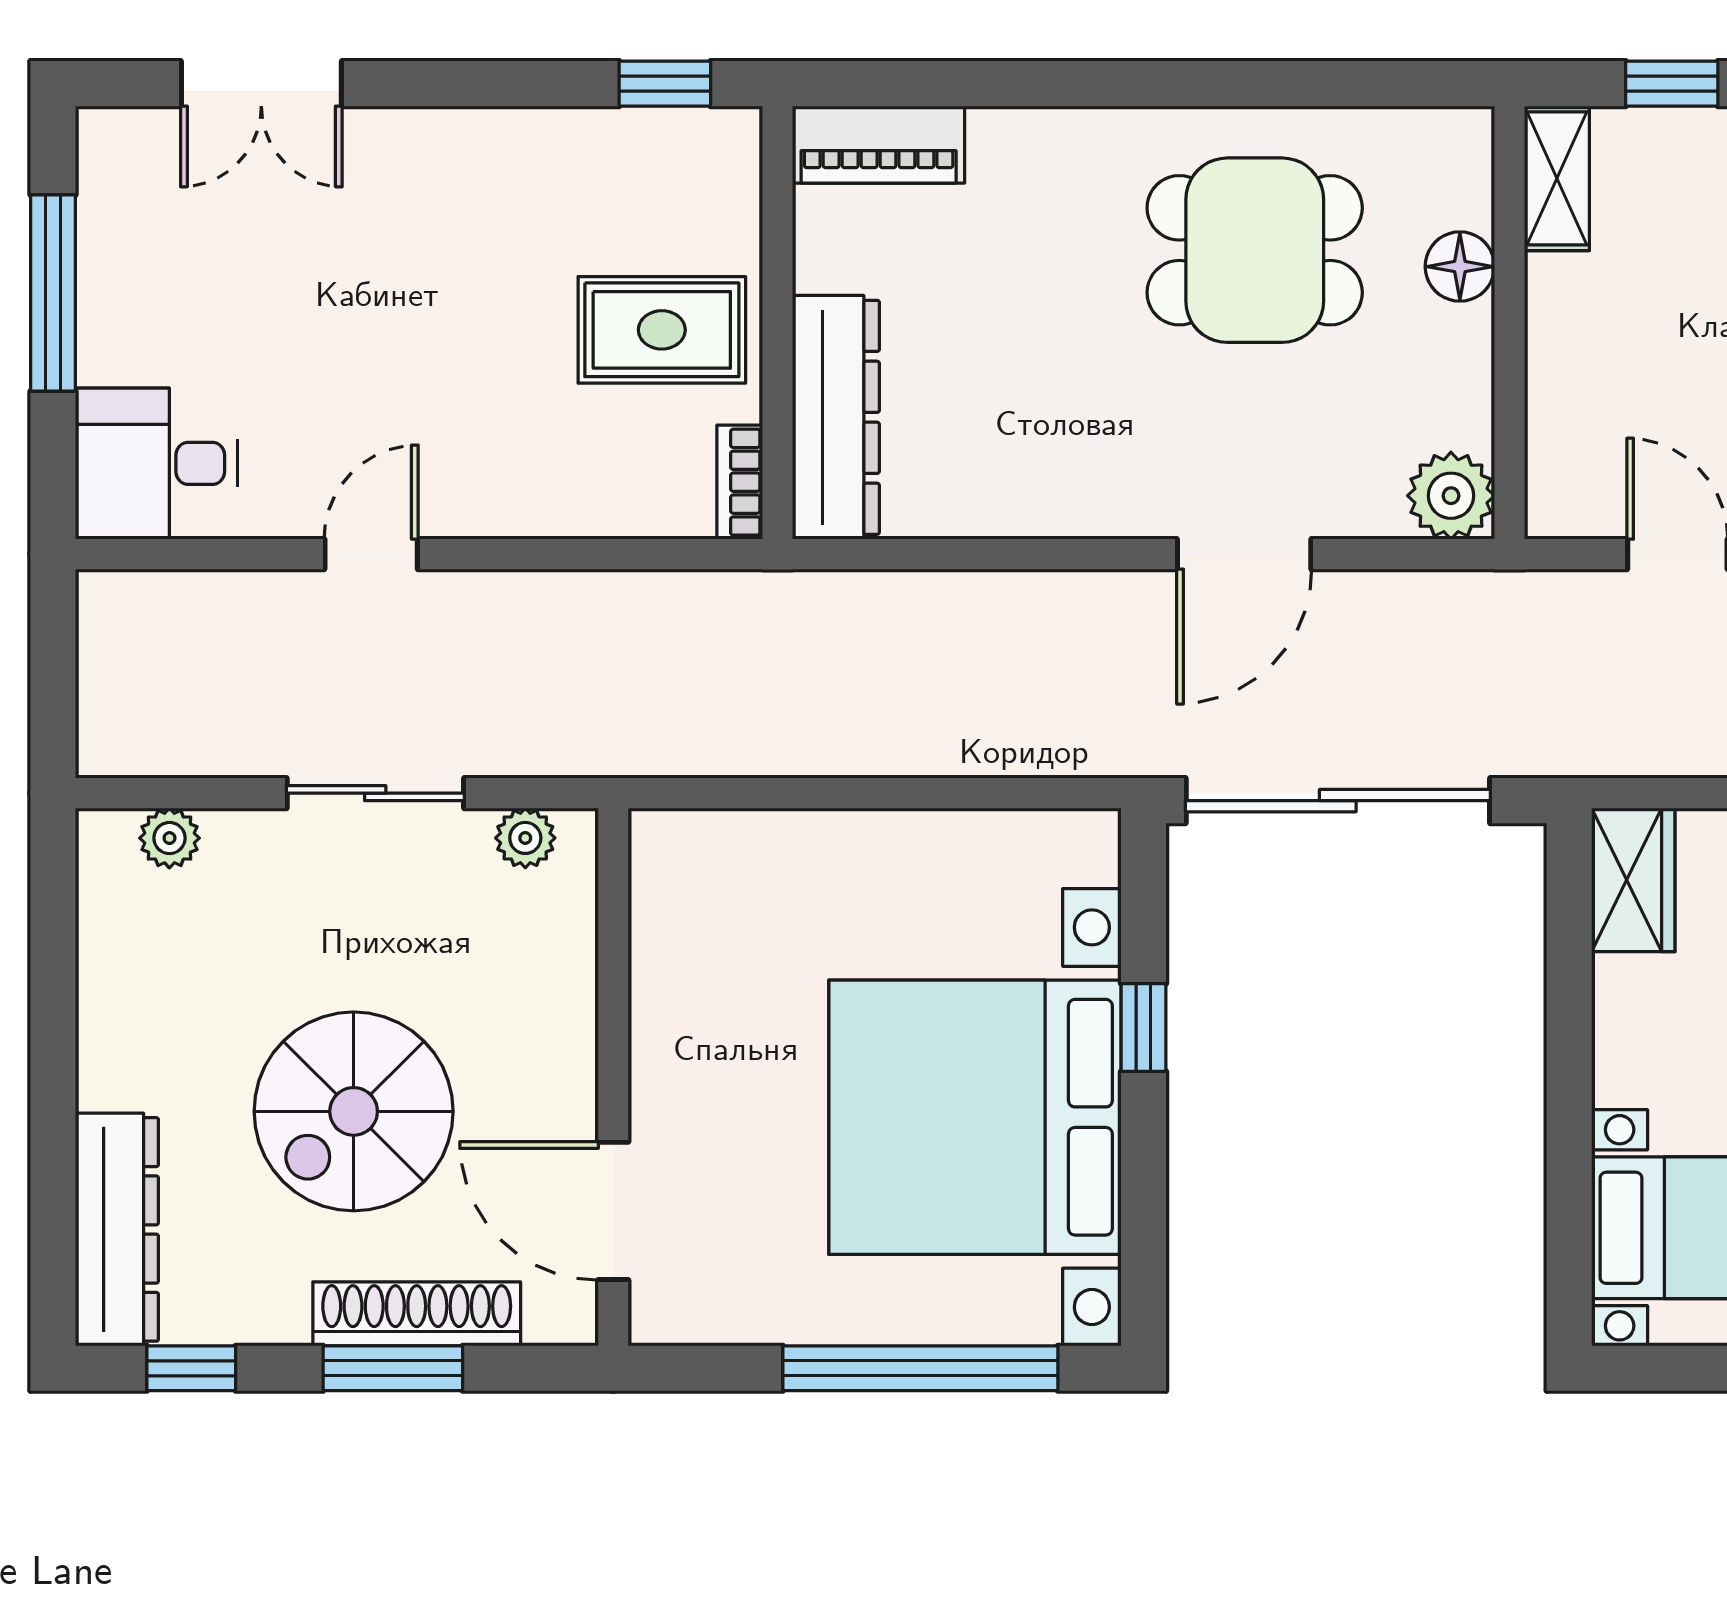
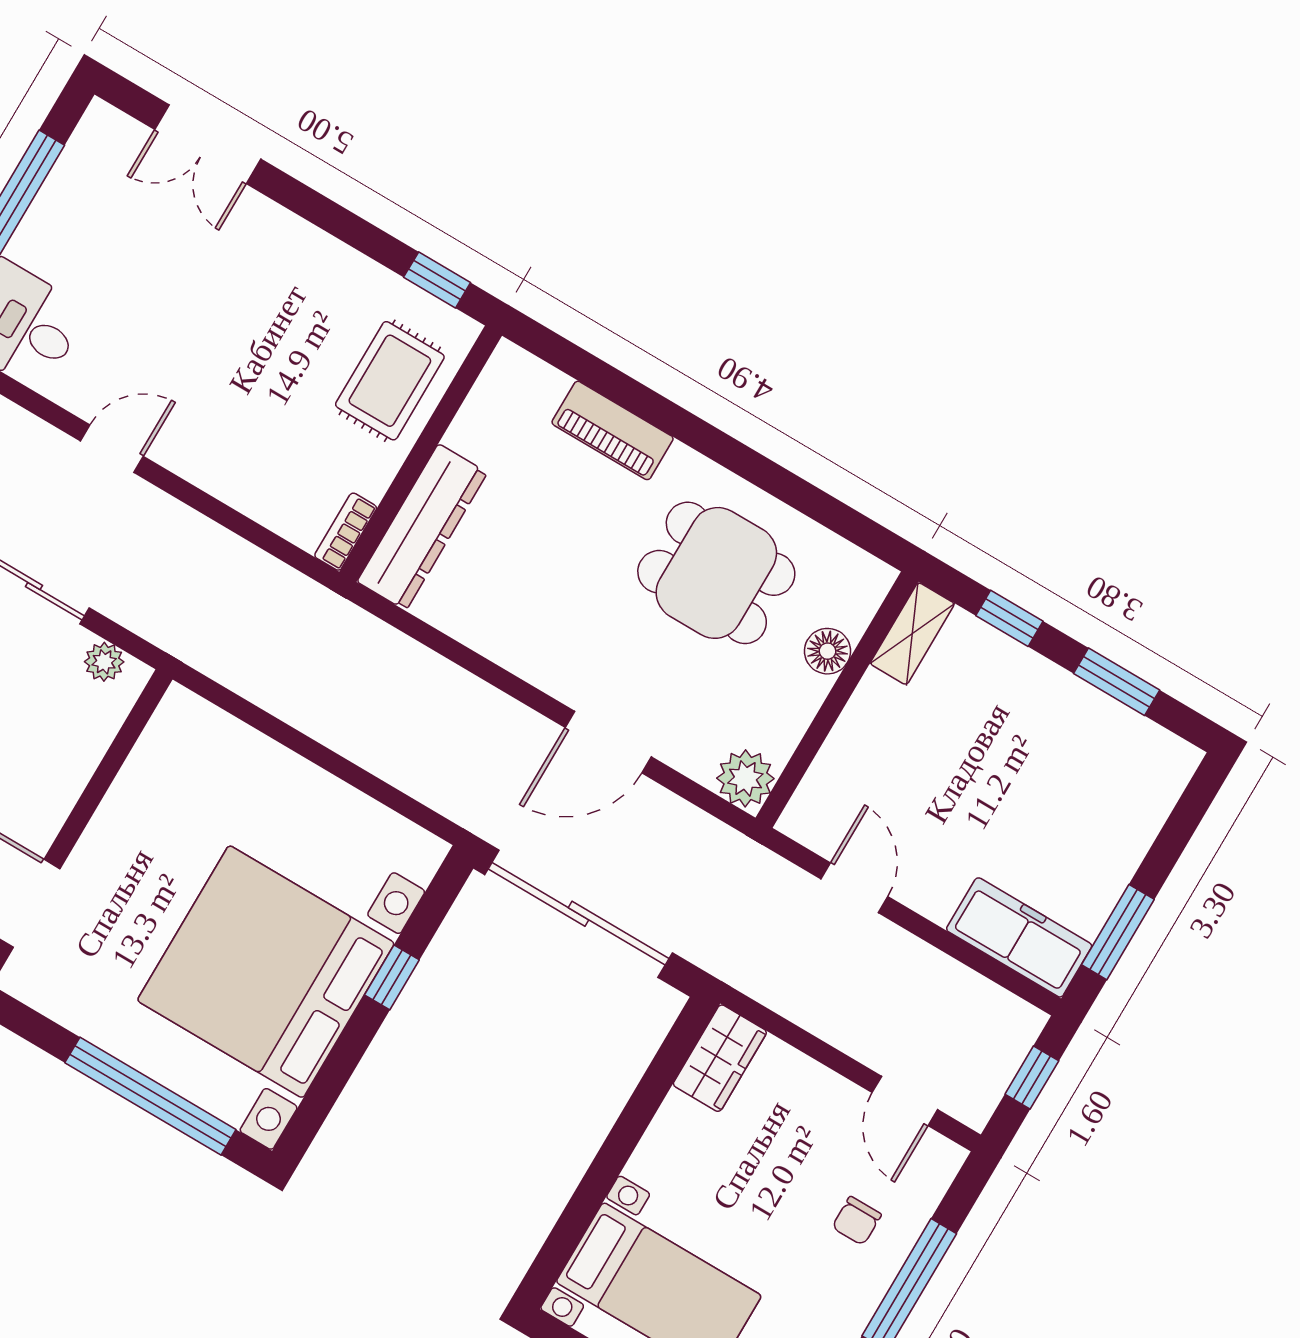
piano: (879, 145) -> (613, 430), moved
rug: (662, 330) -> (390, 381), moved, turned 90

